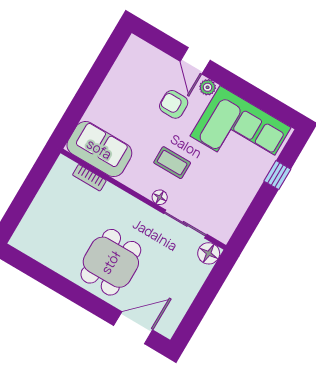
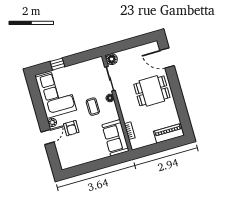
piano: (32, 225) -> (169, 133), added

